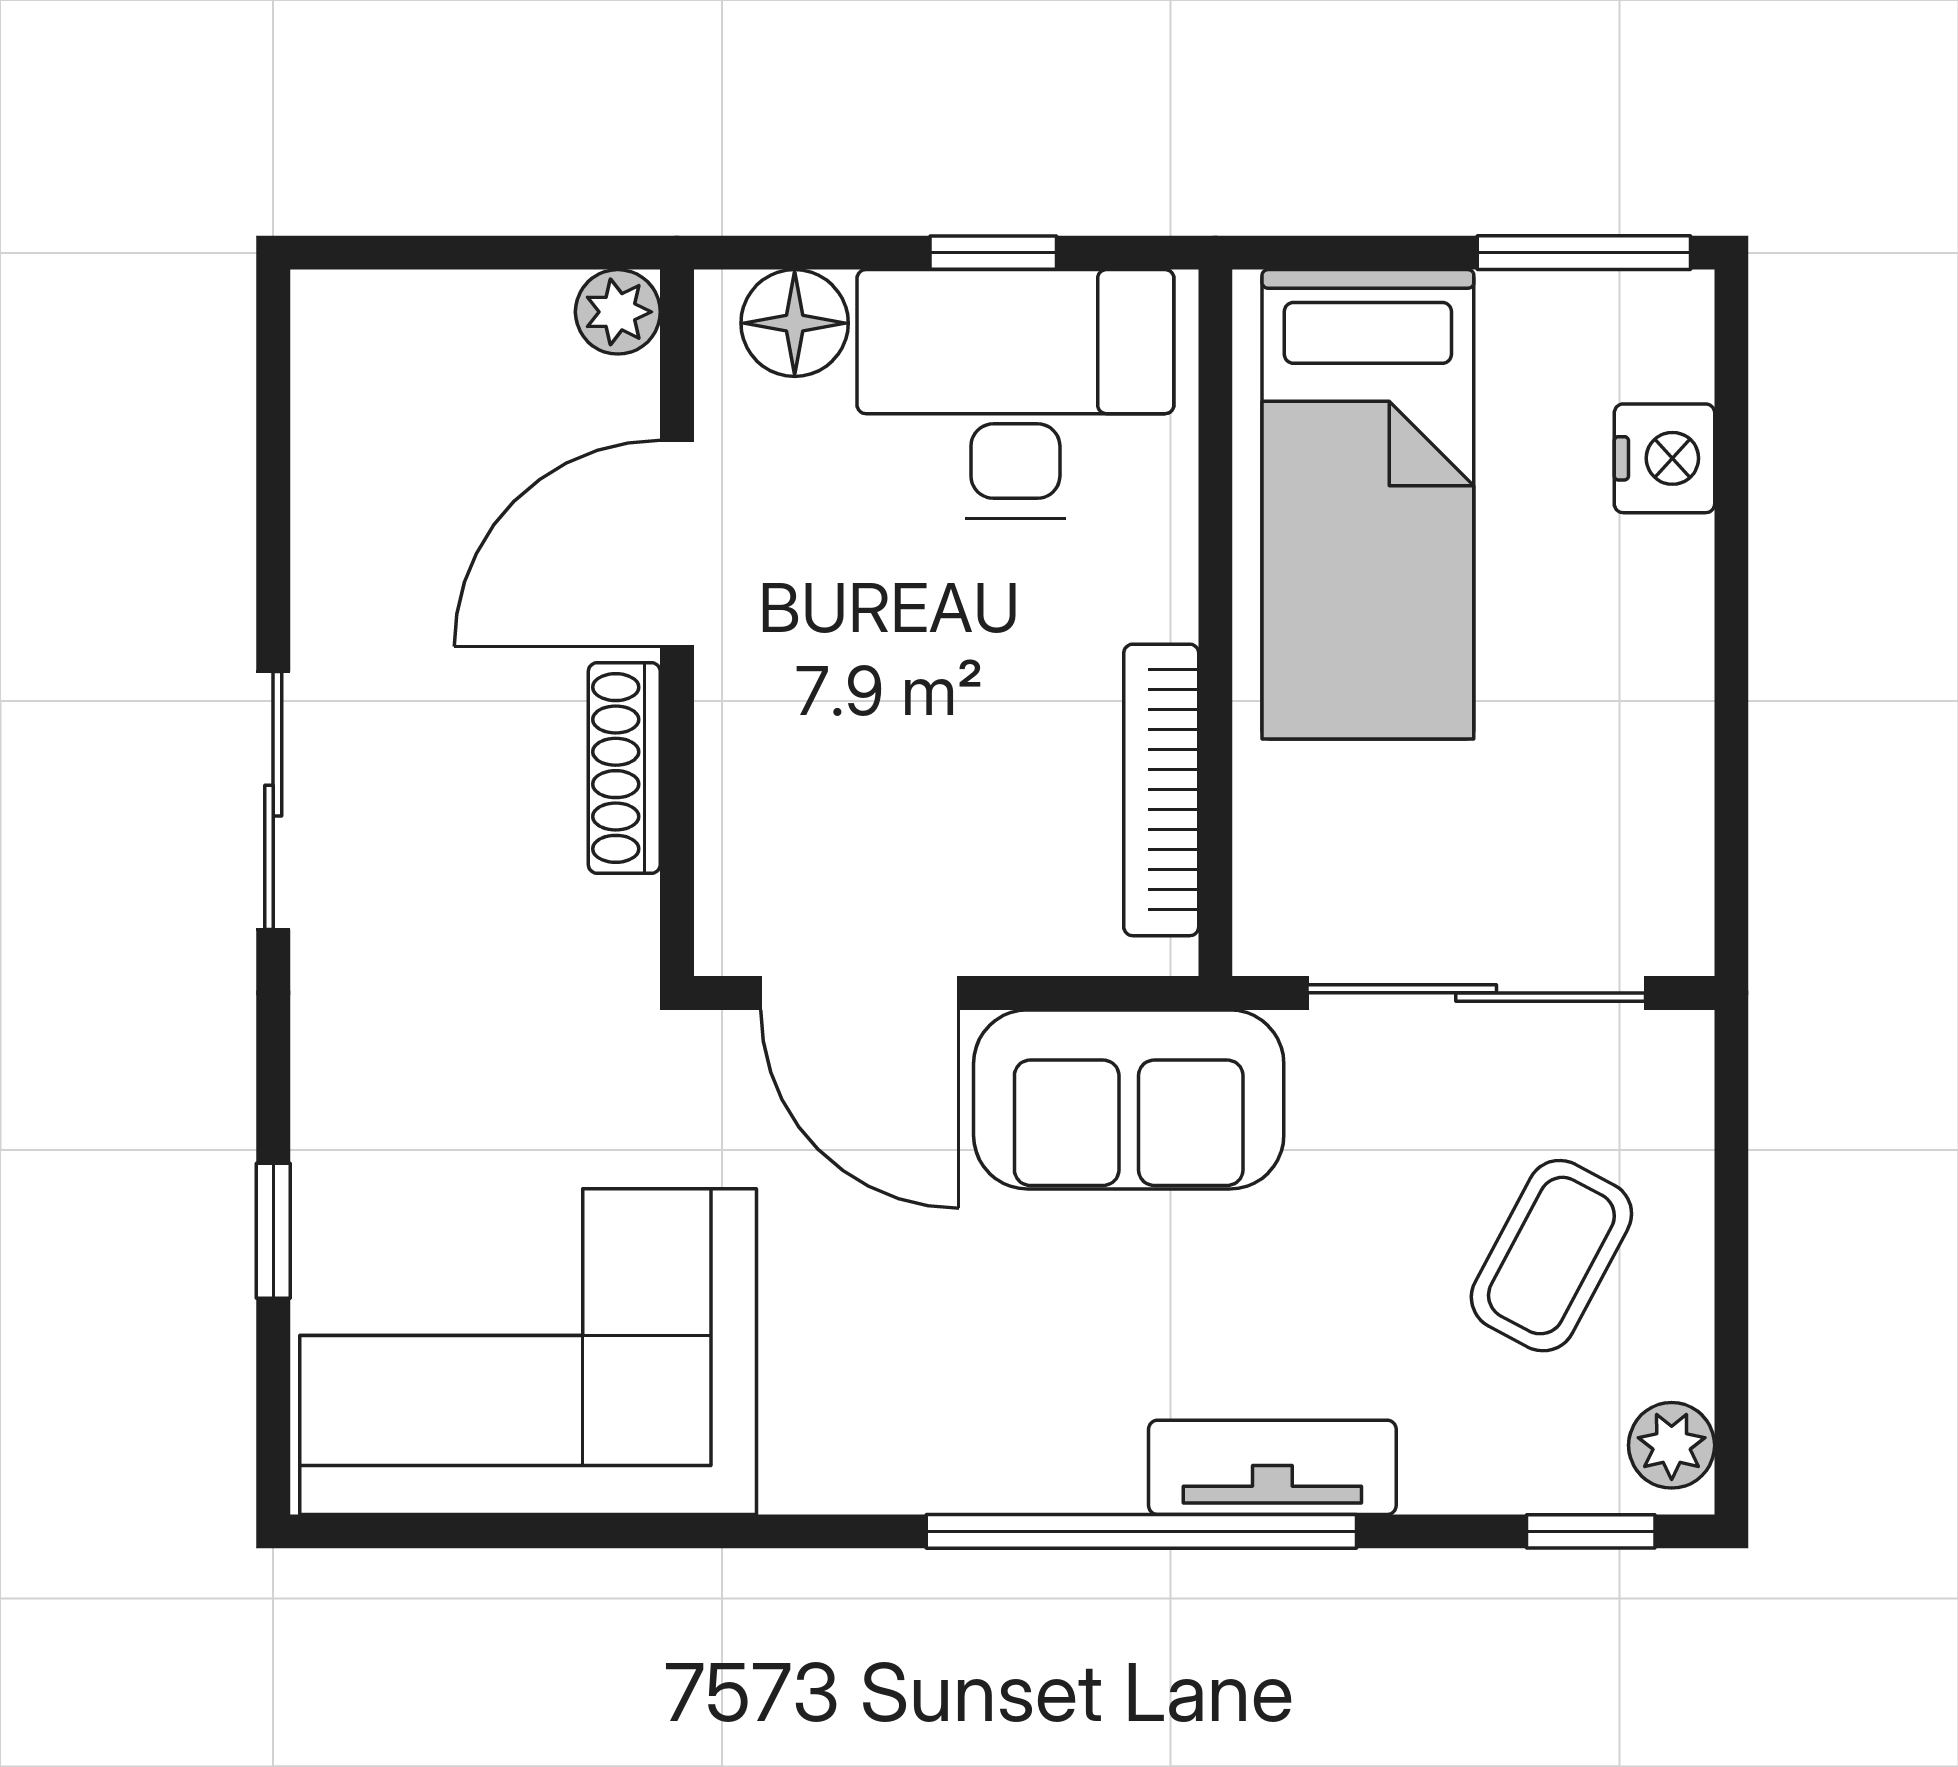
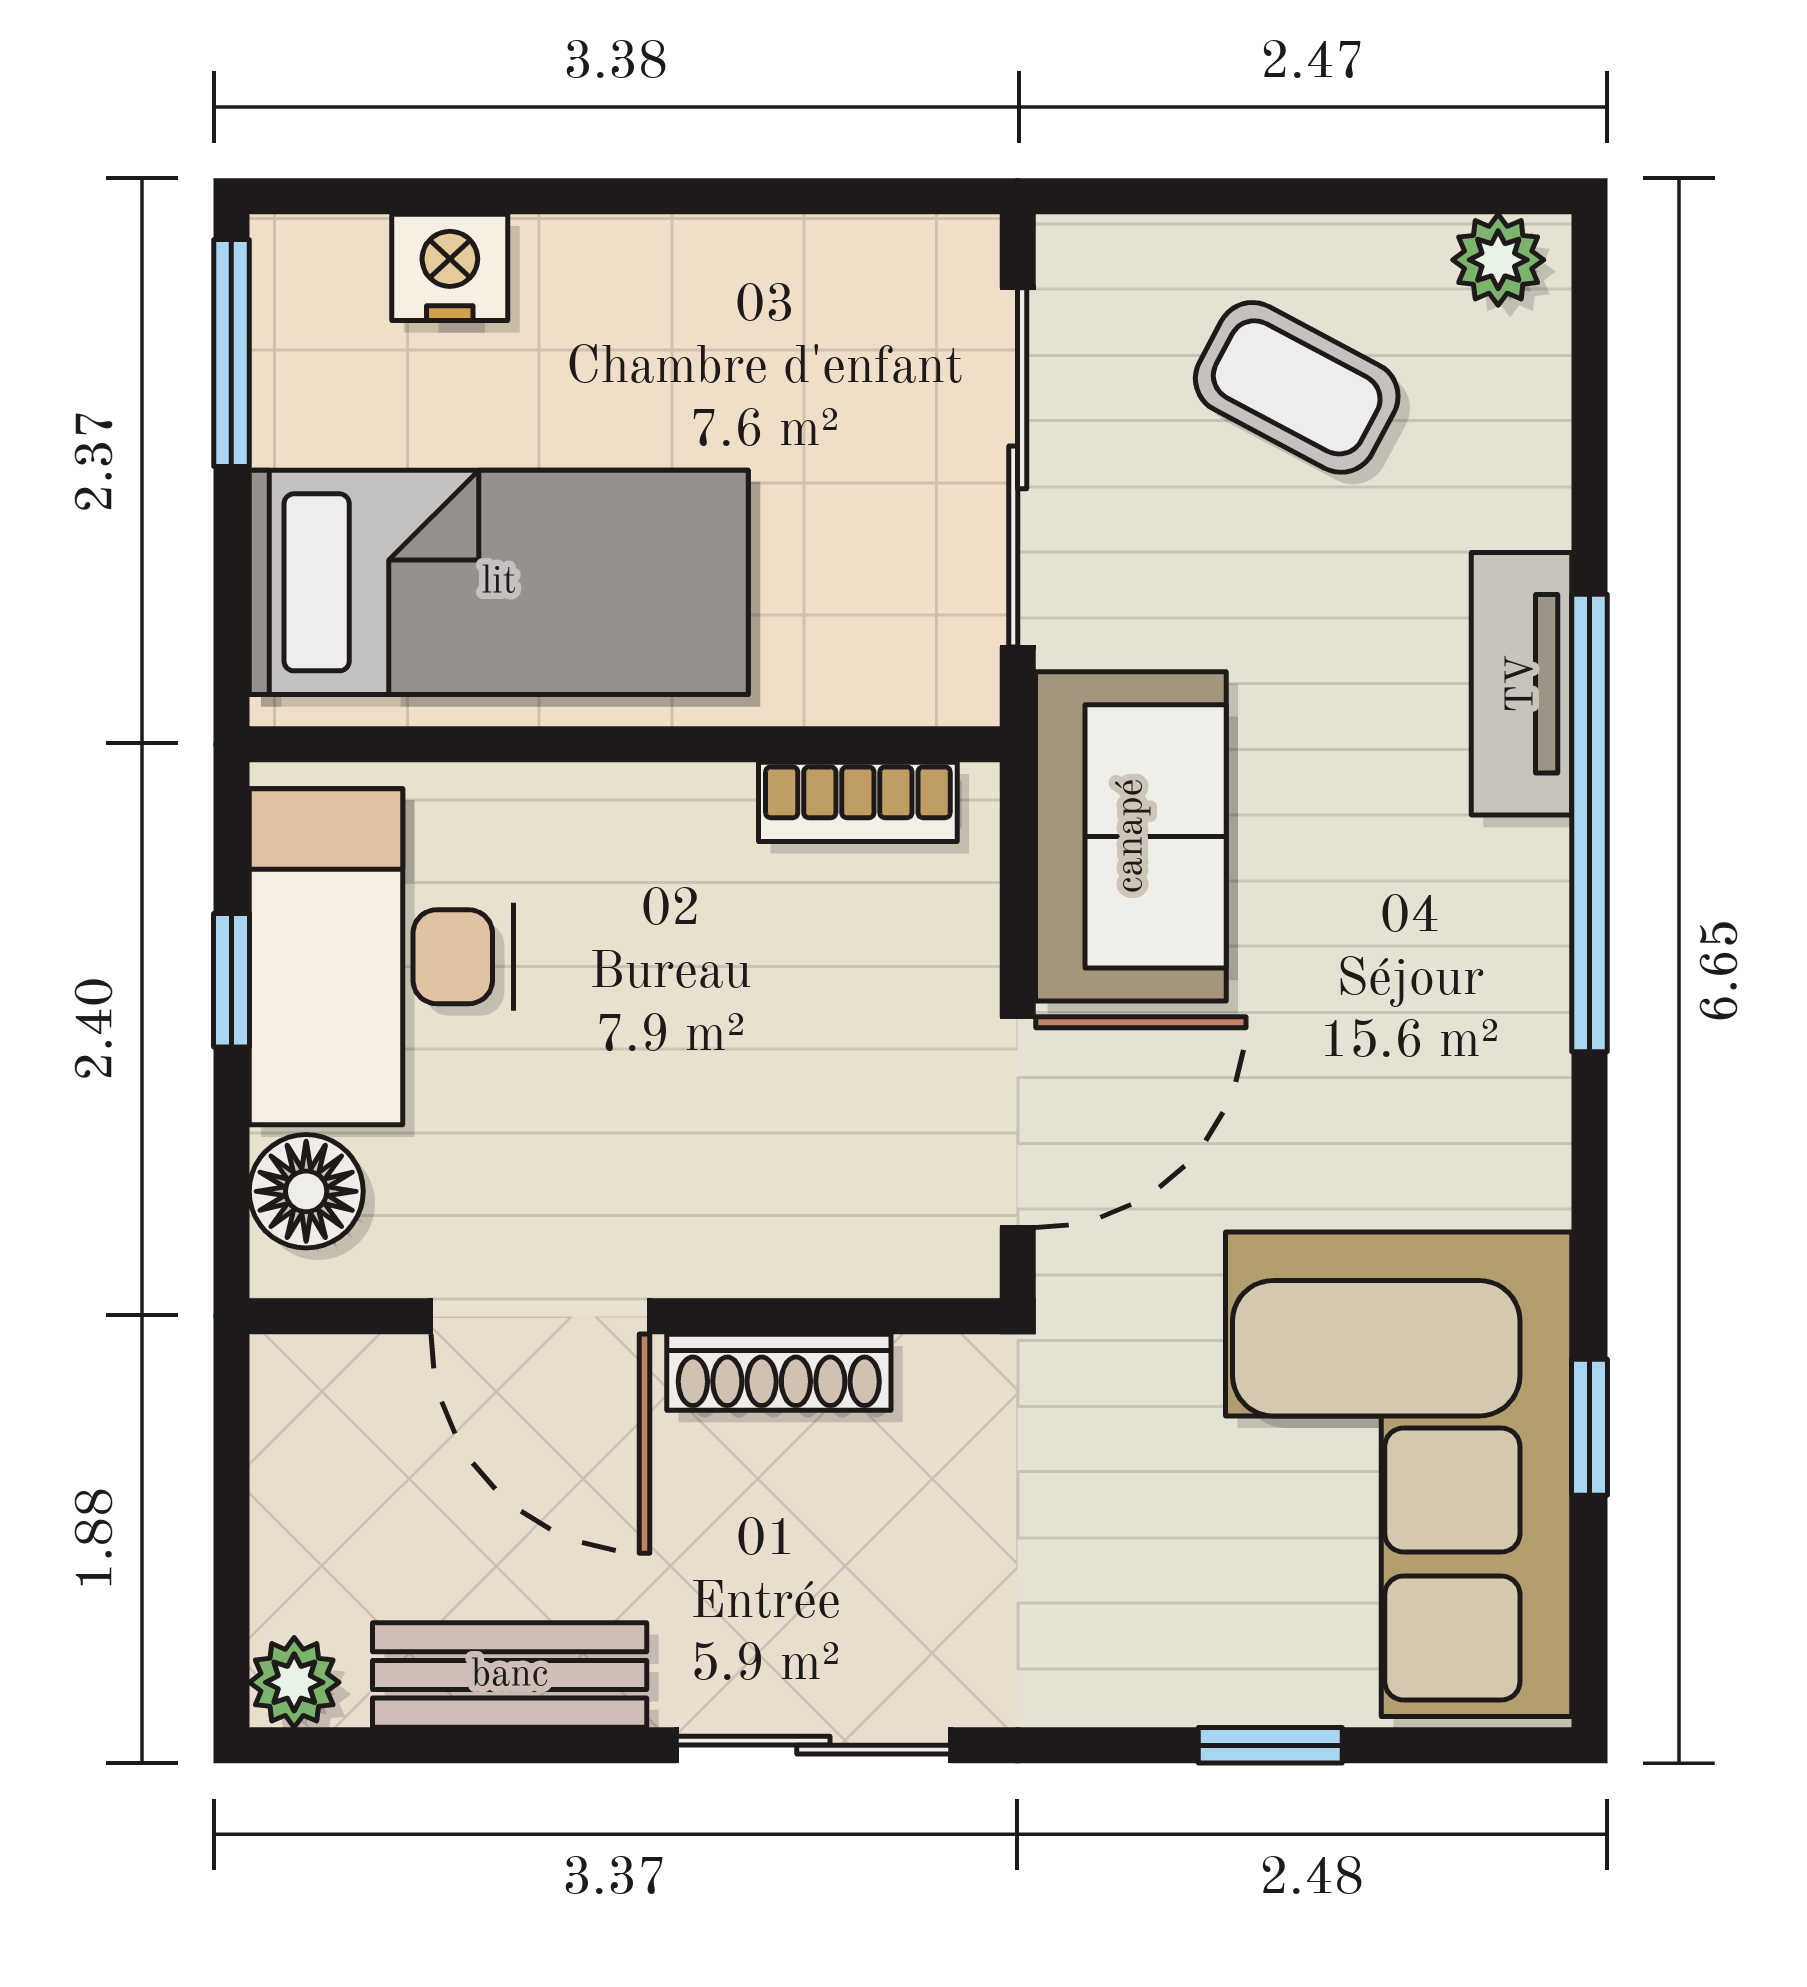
plant: (618, 312) -> (294, 1682), moved
bench: (339, 515) -> (510, 1675), added
bookcase: (1161, 790) -> (858, 802), width x0.64
window: (1591, 1531) -> (1590, 1427), moved

